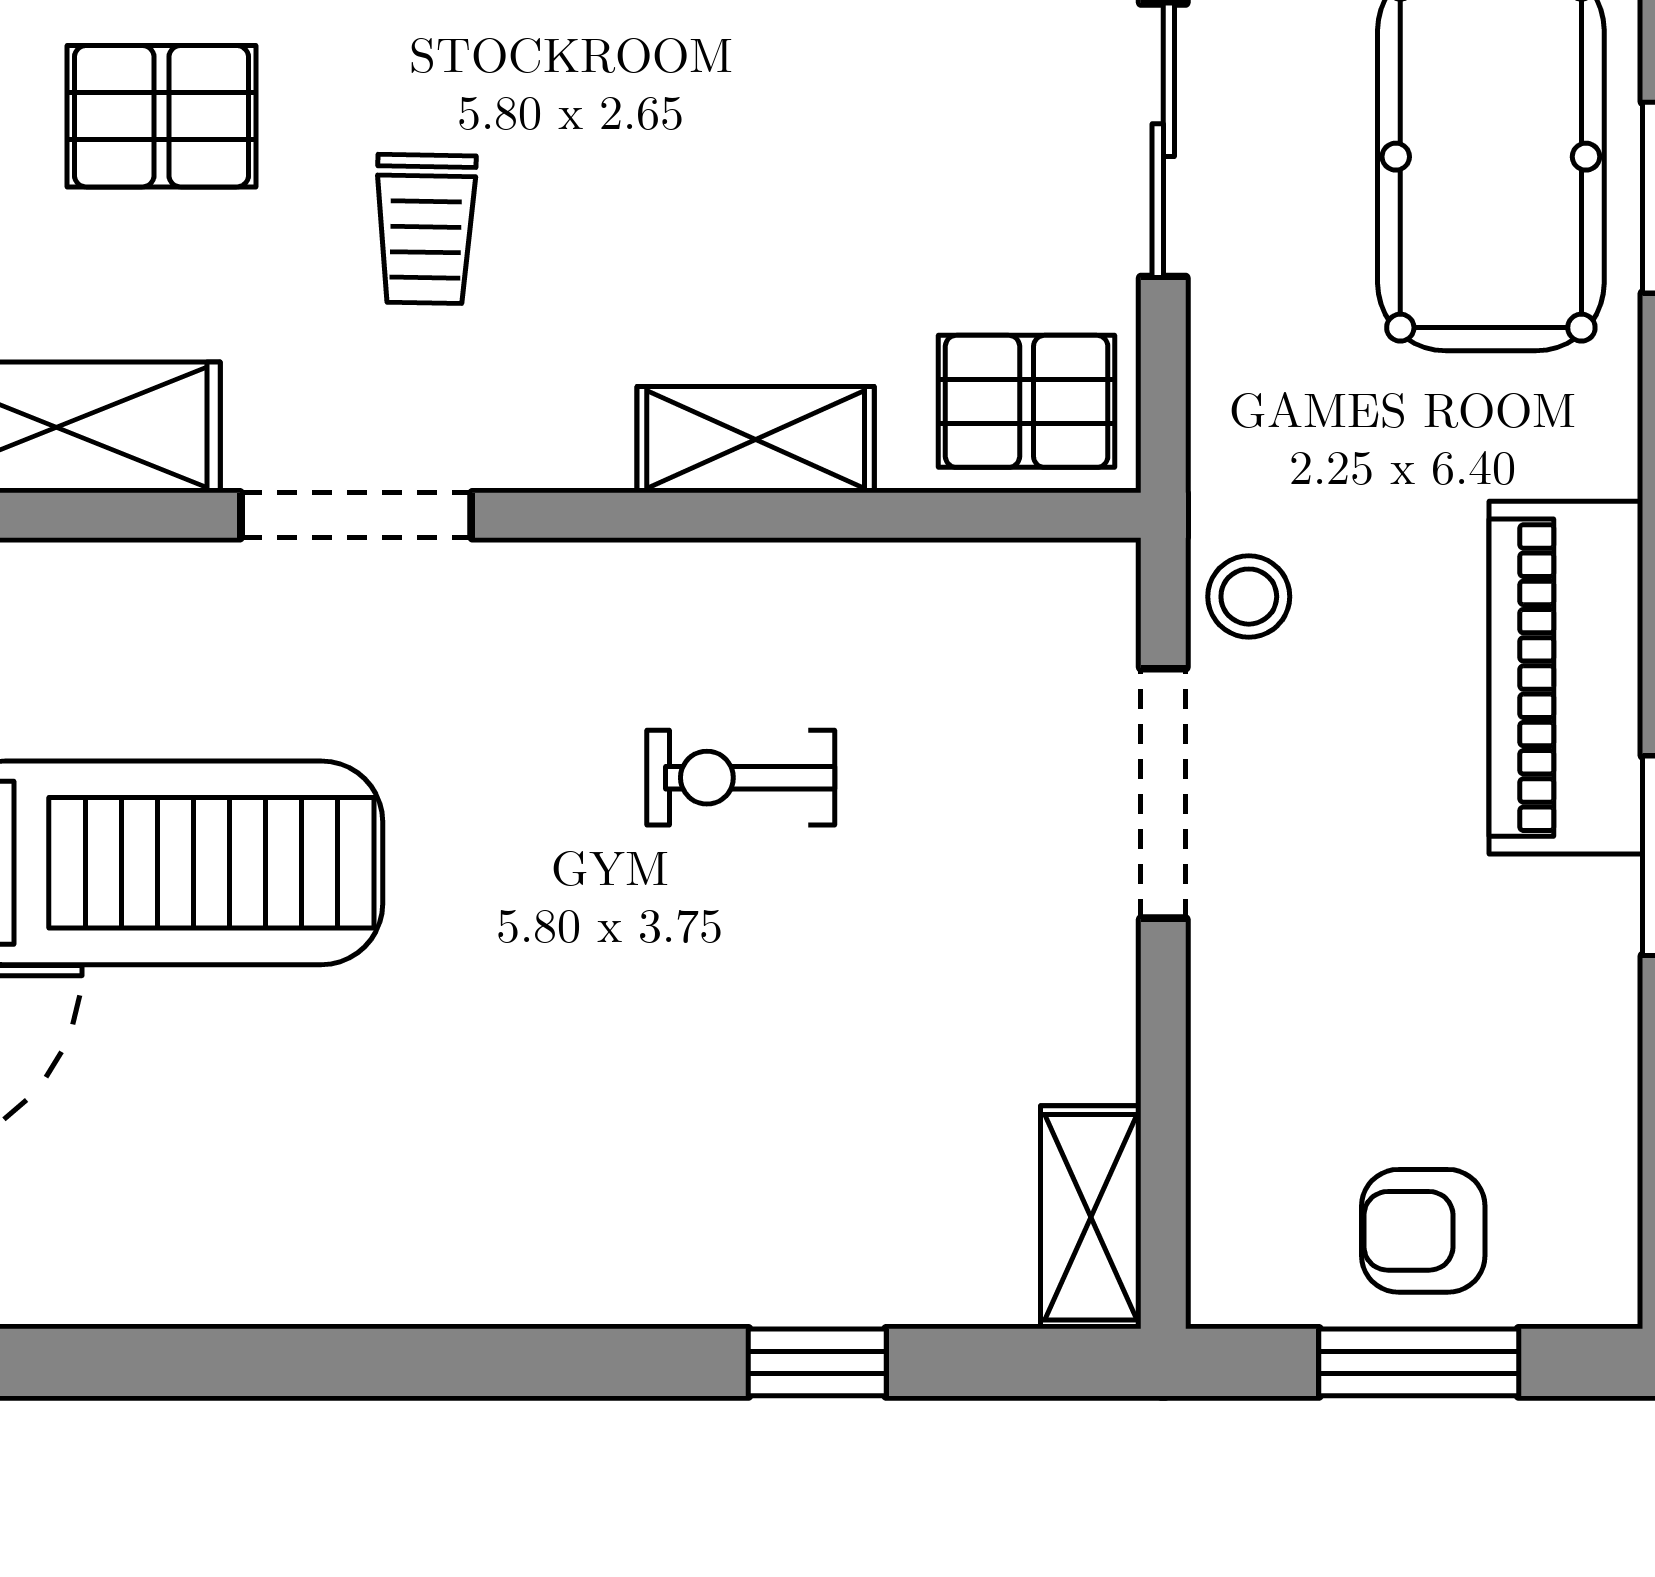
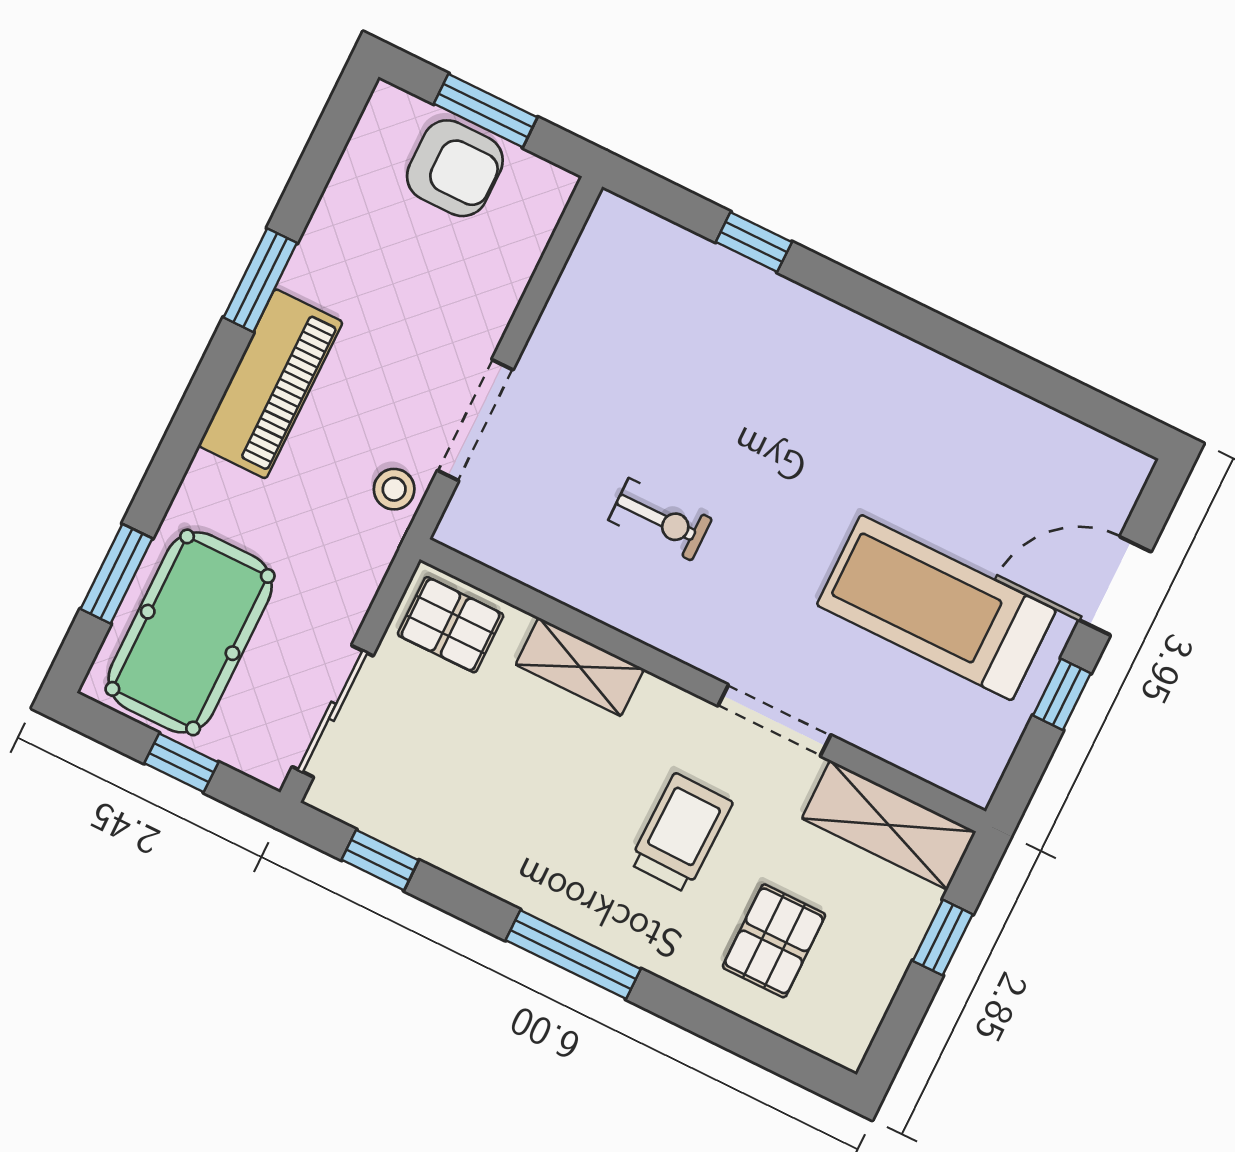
pallet: (161, 116) -> (774, 941), turned 90
trolley: (426, 229) -> (681, 833), width x1.36, depth x1.39
shelving: (1091, 1217) -> (600, 247), removed
armchair: (1423, 1231) -> (455, 168), width x1.38, depth x1.38

